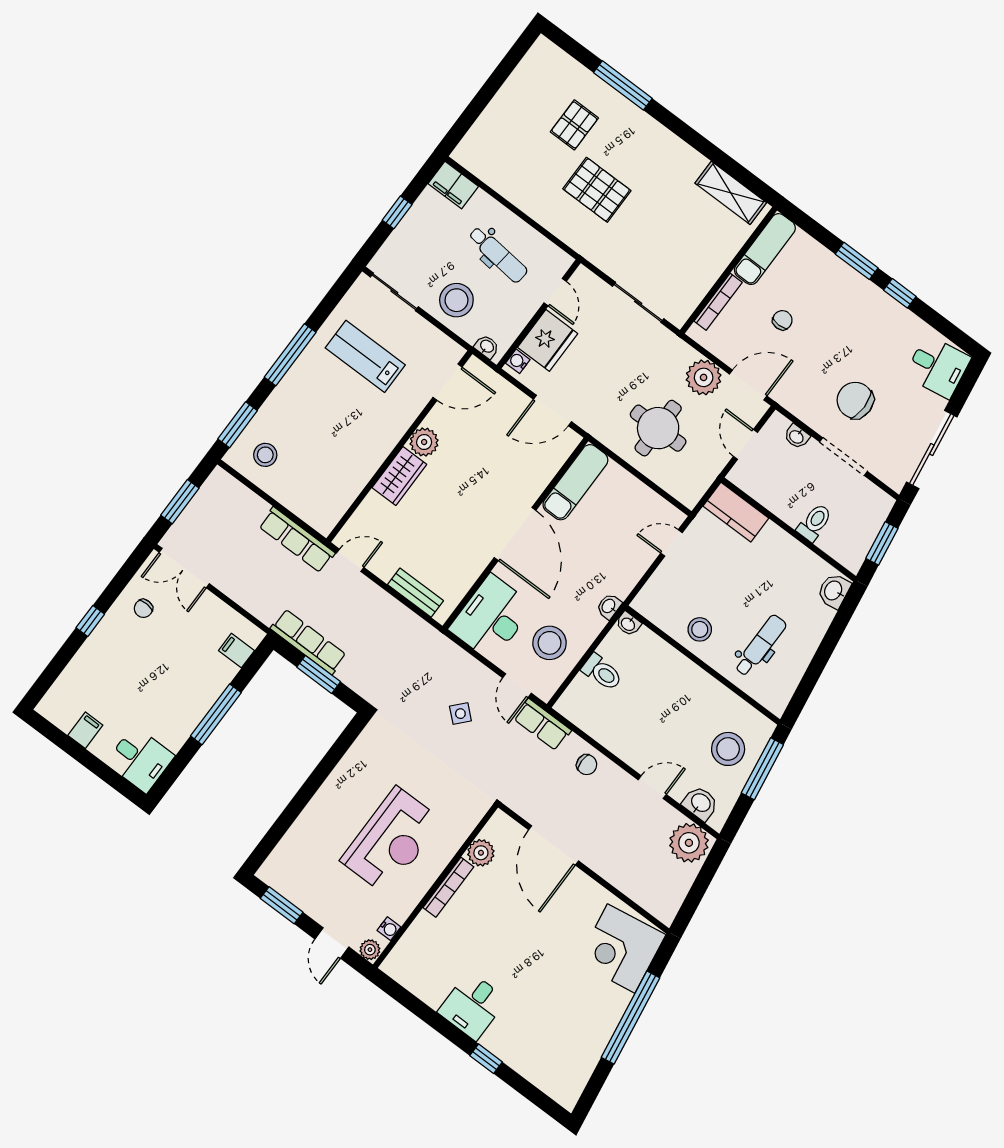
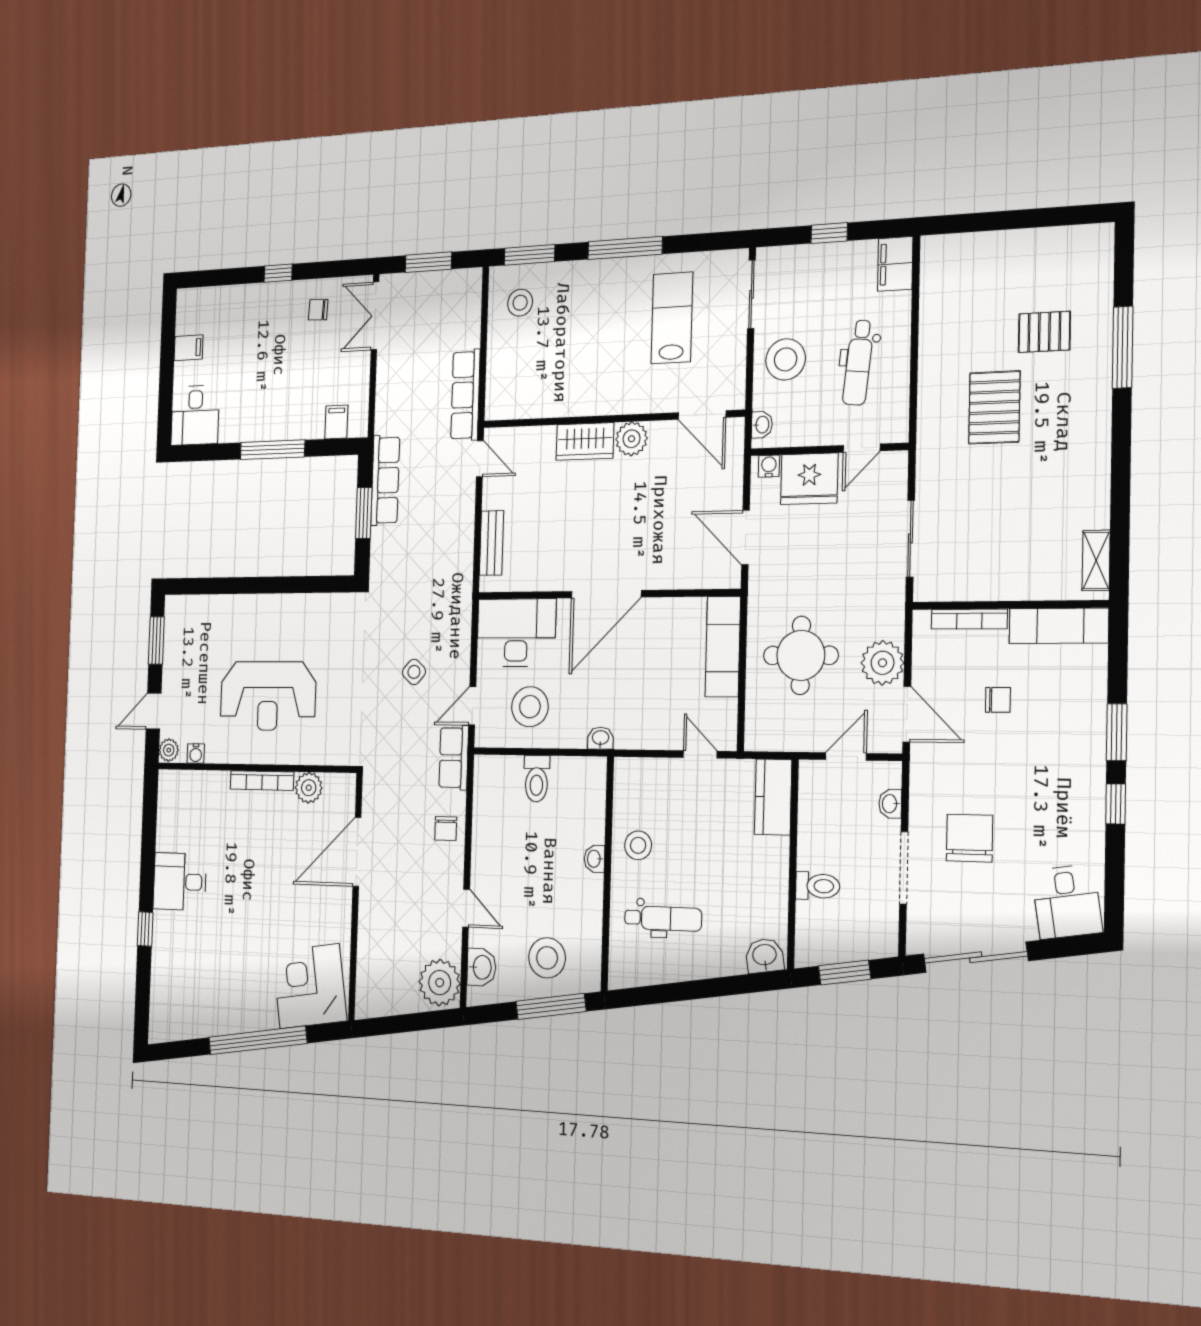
shelving: (731, 193) -> (1096, 560), width x0.67, depth x0.75
exam couch: (575, 482) -> (723, 647), moved, turned 90
washbasin: (628, 624) -> (594, 859), moved

